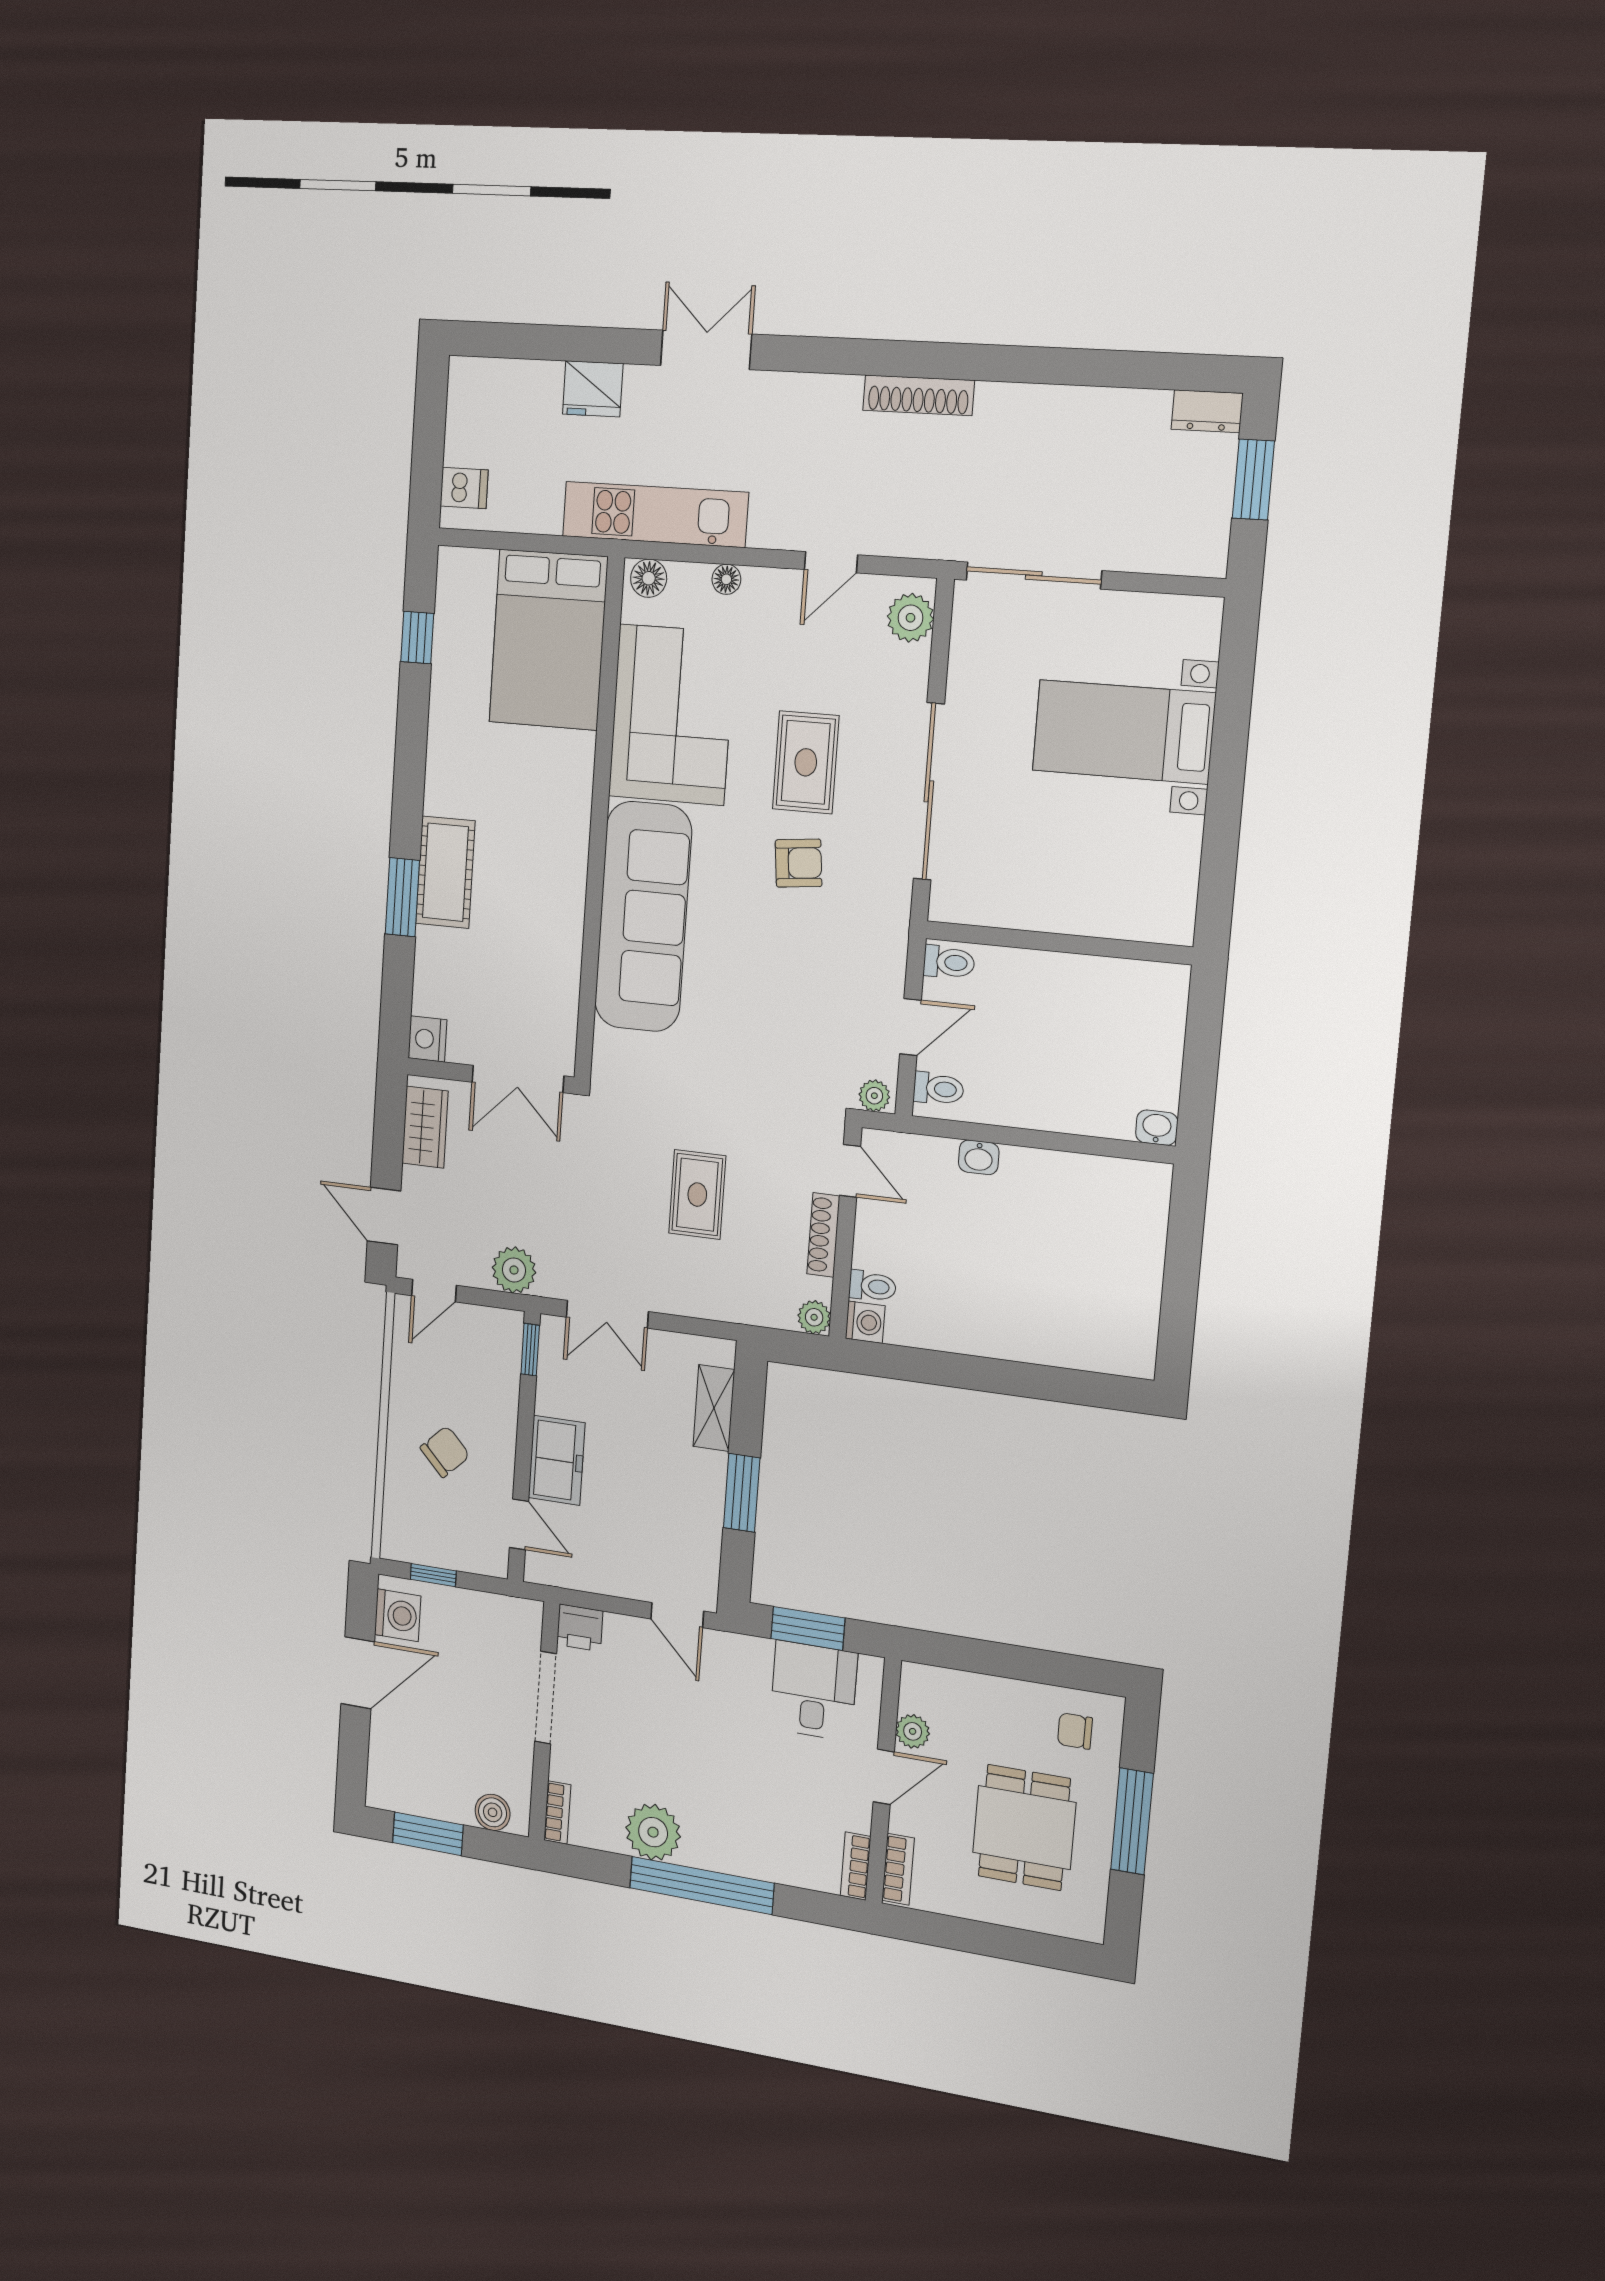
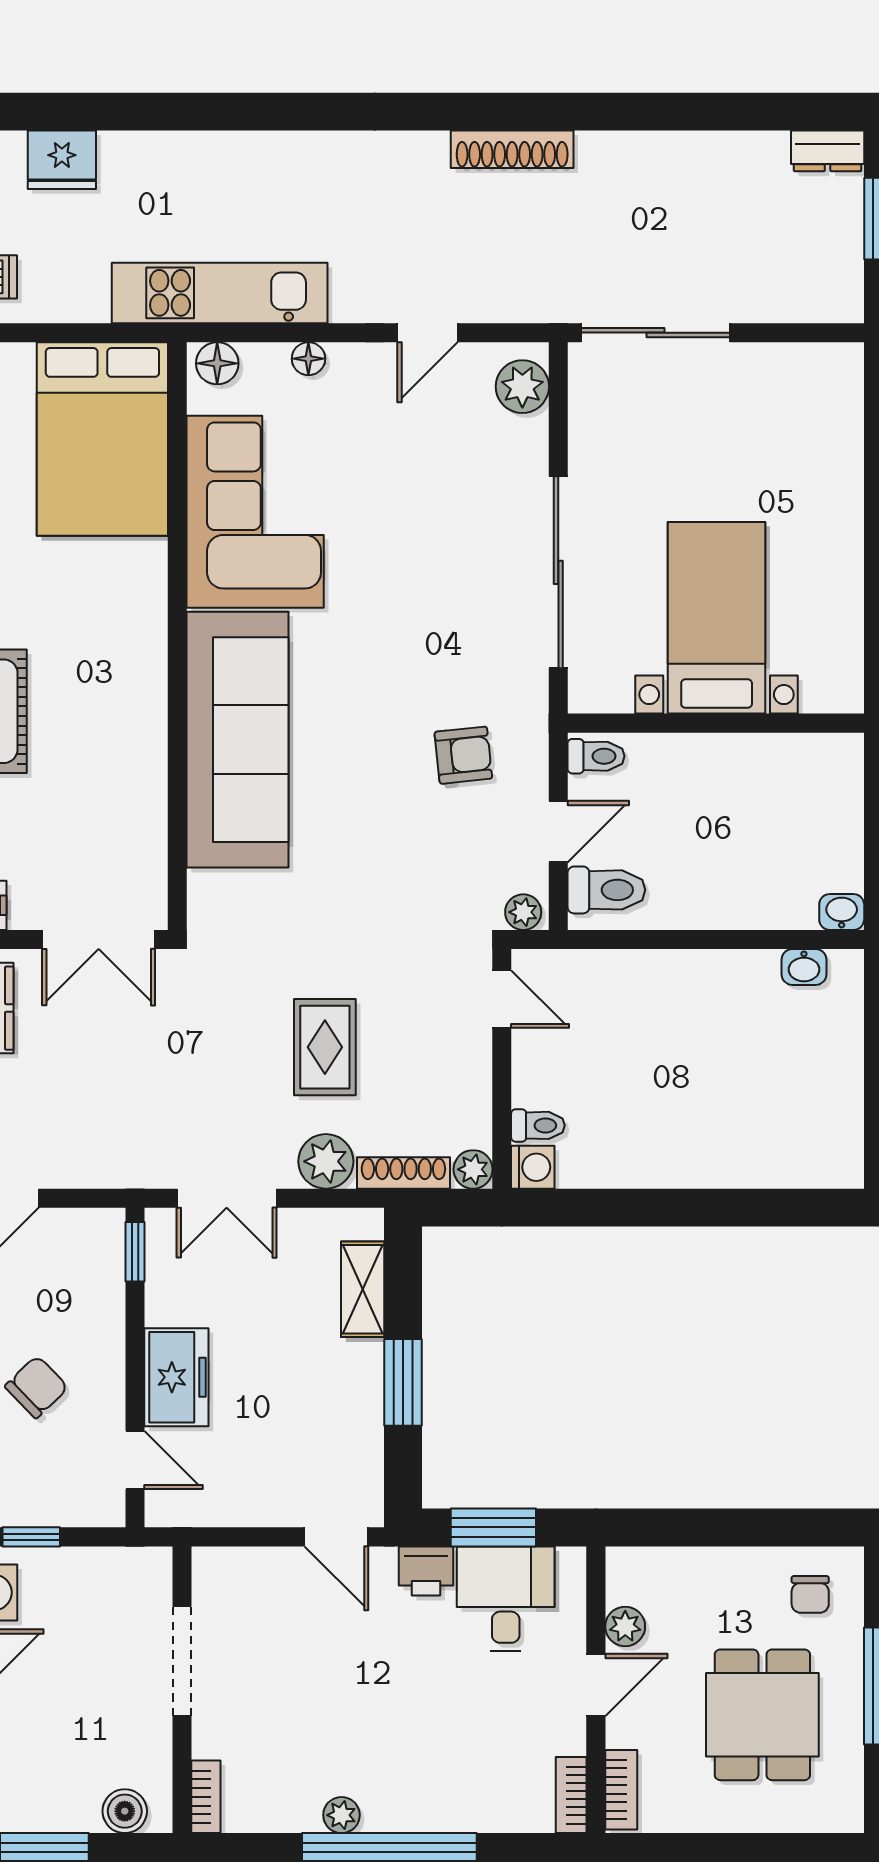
double door: (706, 350) -> (266, 112), removed
fridge: (593, 389) -> (62, 160), moved
bed with nightstands: (1124, 732) -> (717, 618), moved, turned 90
rug: (806, 762) -> (415, 552), removed
armchair: (799, 863) -> (463, 755), moved
toilet: (938, 1089) -> (606, 890), width x1.37, depth x1.39
washbasin: (979, 1157) -> (804, 967), moved
shoe rack: (823, 1235) -> (403, 1173), moved, turned 90
plant: (514, 1270) -> (326, 1161), moved
printer: (580, 1628) -> (426, 1571), moved
chair: (1075, 1731) -> (810, 1594), turned -90
plant: (653, 1832) -> (341, 1815), width x0.53, depth x0.53

